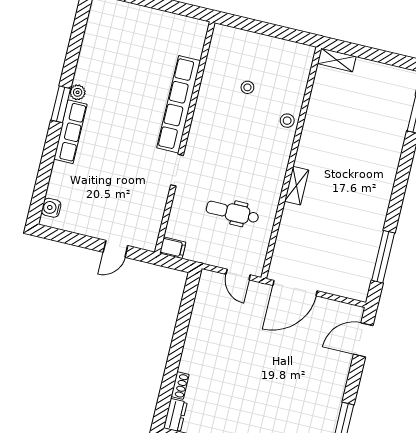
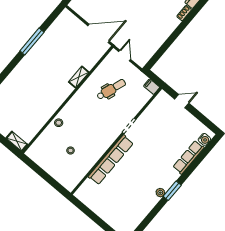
row of seats: (70, 132) -> (188, 157), moved
shelving: (297, 186) -> (79, 77), moved
dental chair: (232, 212) -> (111, 89), turned -71
window: (383, 257) -> (32, 42), moved

